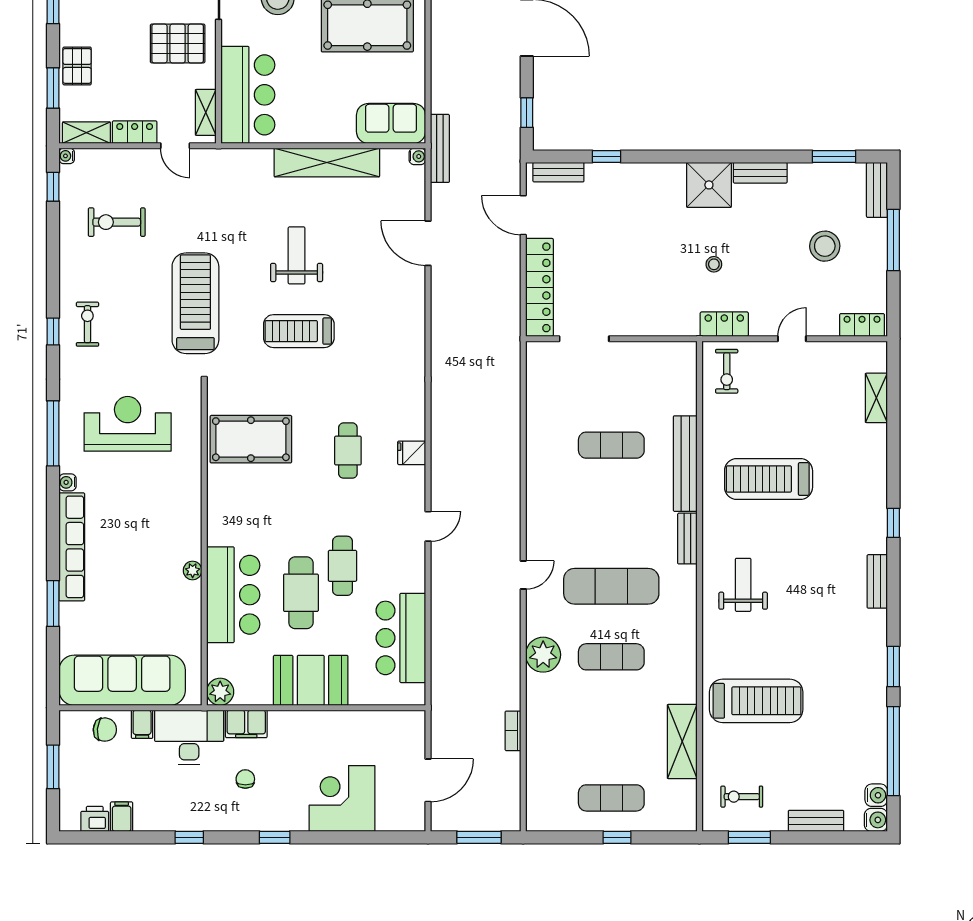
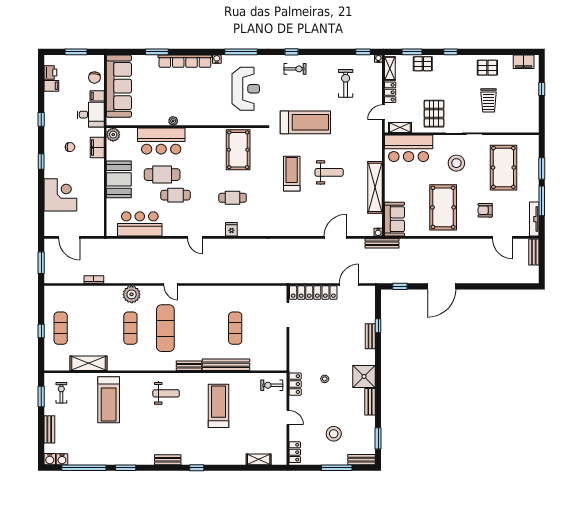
bench: (558, 172) -> (370, 336), moved
desk: (189, 737) -> (91, 115), width x0.73

